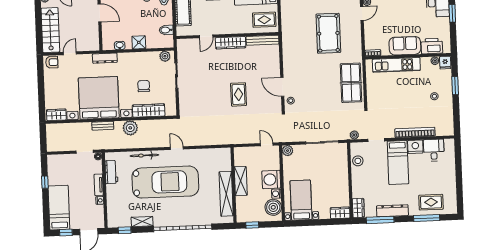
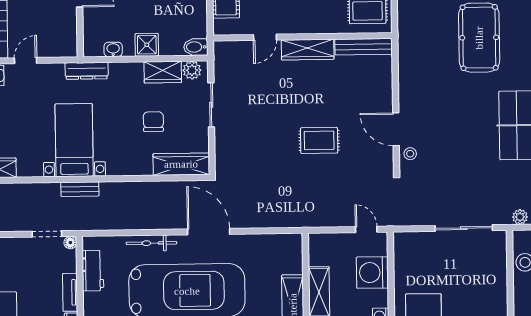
bidet: (166, 30) -> (196, 47), moved
wardrobe: (148, 58) -> (163, 72), added
rug: (239, 94) -> (319, 140), turned 90
bed with nightstands: (99, 98) -> (74, 140), width x0.54
wardrobe: (149, 110) -> (181, 164), moved
plant: (130, 128) -> (128, 194), removed
door: (177, 148) -> (209, 232), width x1.88
plant: (288, 151) -> (402, 241), removed
washing machine: (271, 179) -> (372, 272), moved

